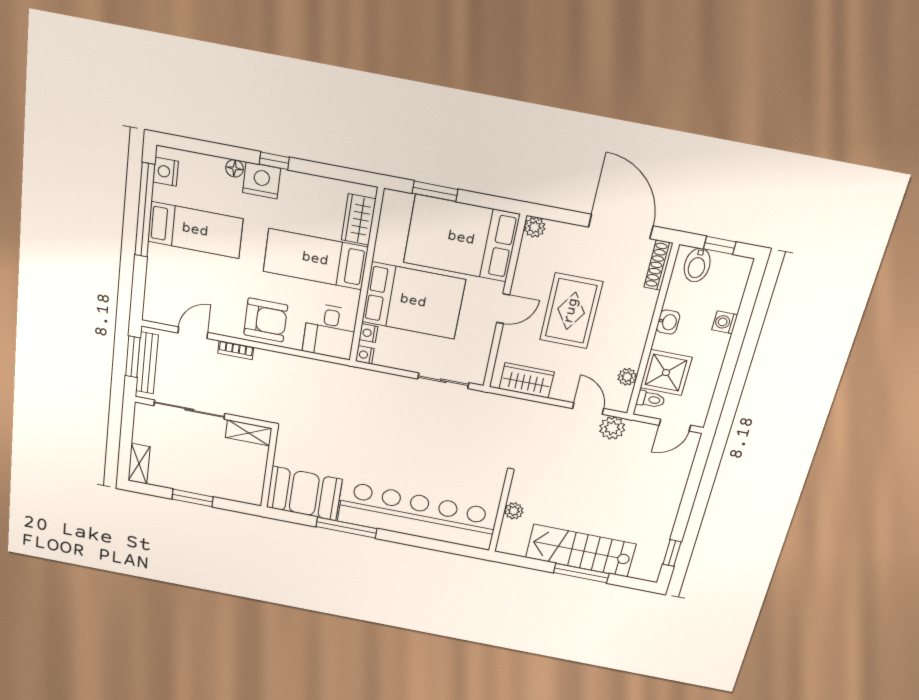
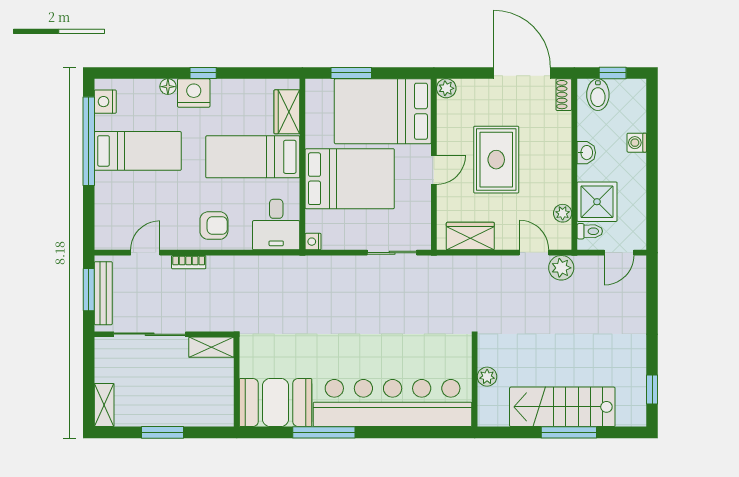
shoe rack: (658, 265) -> (564, 95), width x0.70
armchair: (266, 320) -> (214, 226), width x0.72, depth x0.72
nightstand: (368, 333) -> (313, 219), removed

